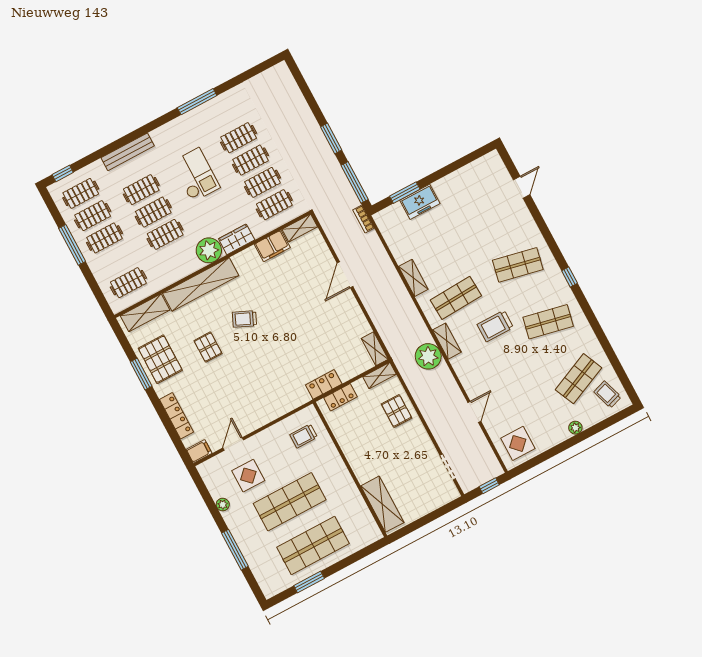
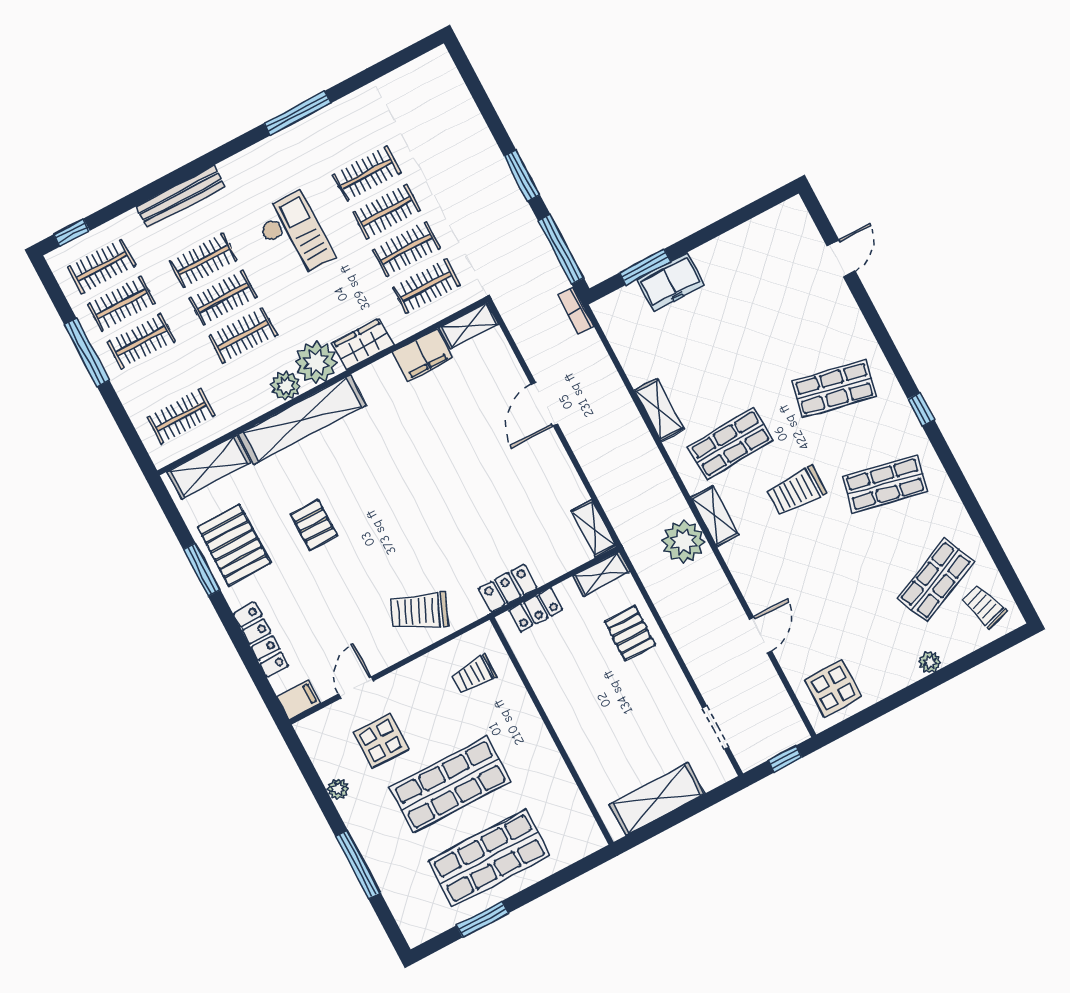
plant: (191, 264) -> (286, 386), added
trolley: (244, 319) -> (419, 611), moved, width x1.36, depth x1.39
shelving: (382, 504) -> (657, 799), moved, turned 90

